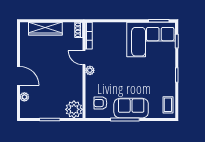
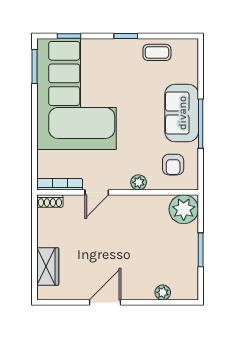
wardrobe: (45, 29) -> (48, 266), width x0.67
corner sofa: (151, 39) -> (77, 94), width x1.36, depth x1.36
plant: (90, 70) -> (139, 182), moved
door: (19, 76) -> (105, 302), moved
coffee table: (168, 105) -> (157, 52), moved

